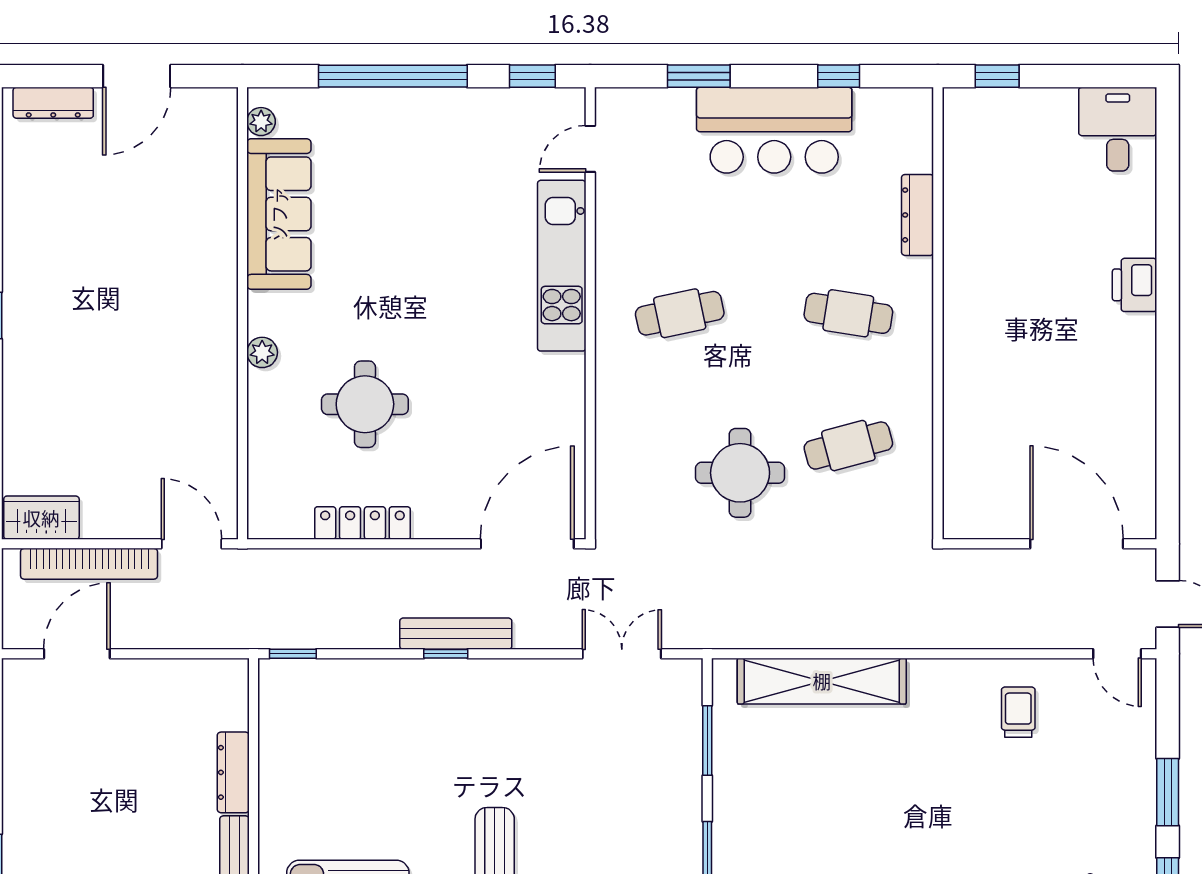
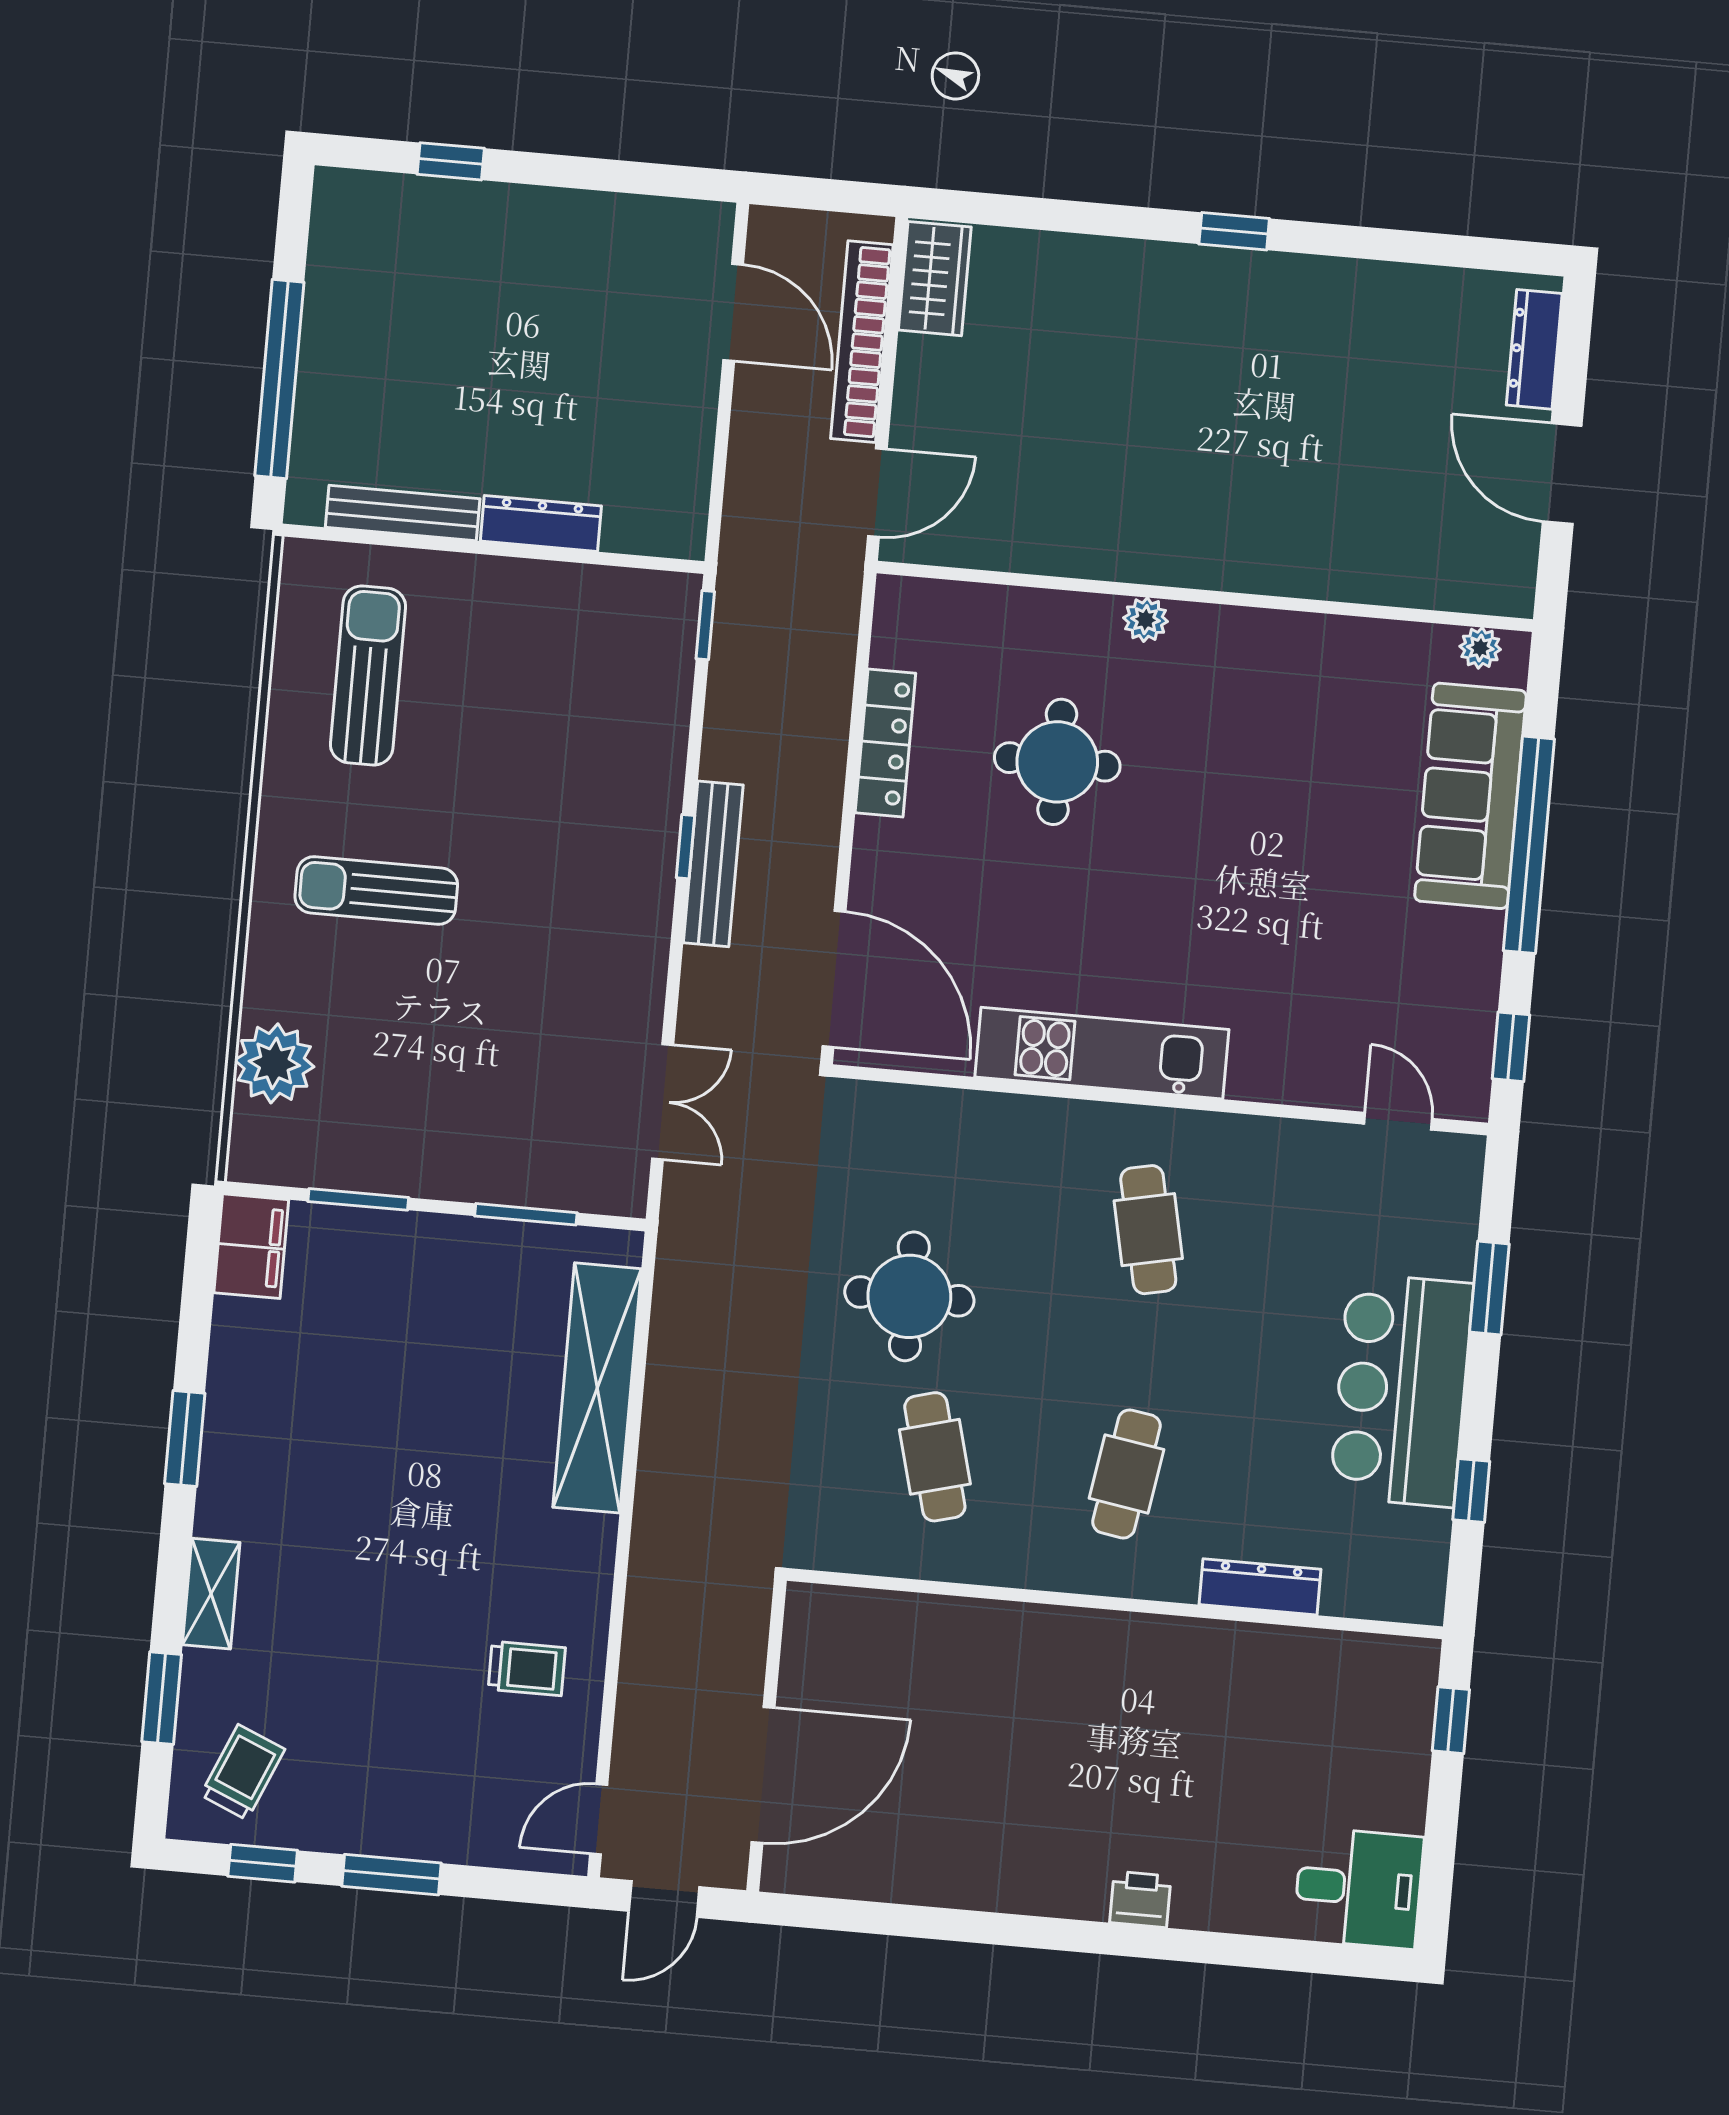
sofa: (279, 214) -> (1471, 796), moved, turned 90
kitchen unit: (562, 266) -> (1102, 1053), moved
printer: (1135, 285) -> (1140, 1899), width x0.73, depth x0.81

